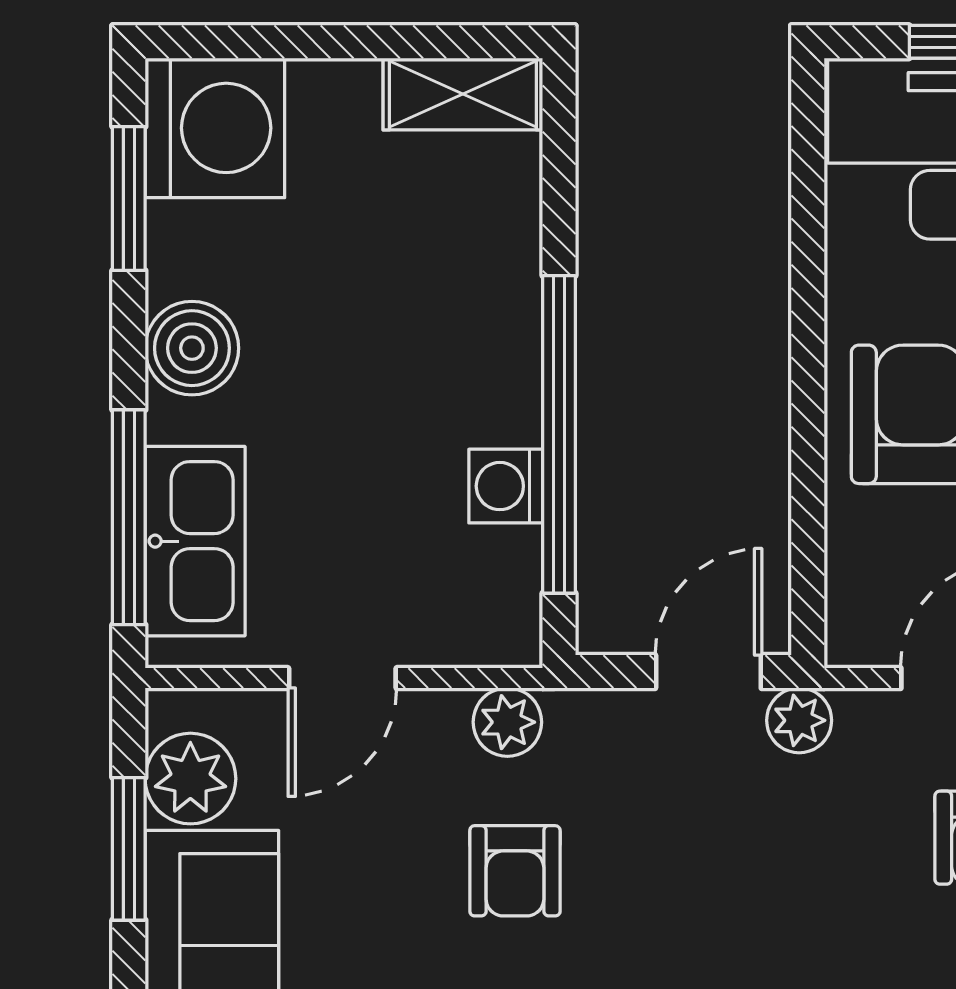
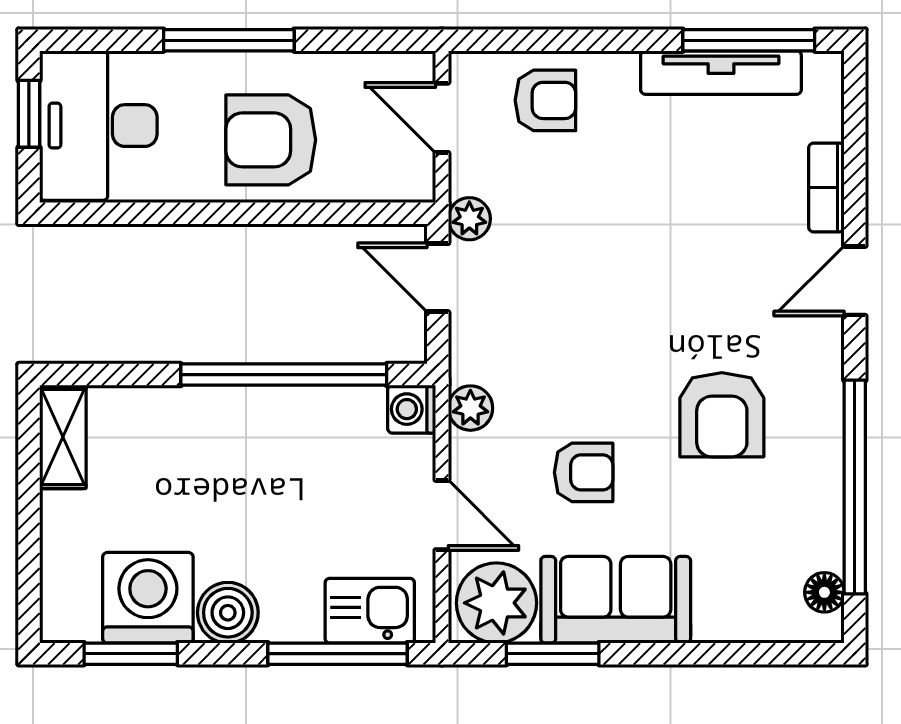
washing machine: (215, 128) -> (148, 598), moved
washing machine: (506, 486) -> (412, 409), moved, turned 90
kitchen sink: (195, 541) -> (370, 611), width x0.73
plant: (190, 779) -> (496, 603), width x1.36, depth x1.36
armchair: (515, 871) -> (584, 472), moved

